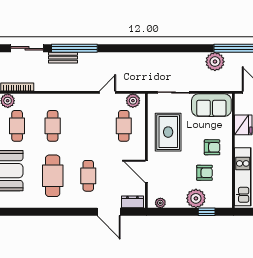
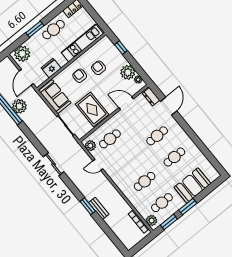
sliding door: (27, 48) -> (54, 164), moved
window: (74, 48) -> (88, 206), width x0.47
plant: (215, 62) -> (19, 106), moved
rug: (168, 132) -> (92, 109), turned 90
door: (146, 171) -> (126, 103), swing flipped
cafe table: (53, 176) -> (174, 157), width x0.73, depth x0.74
plant: (196, 198) -> (128, 72), moved

